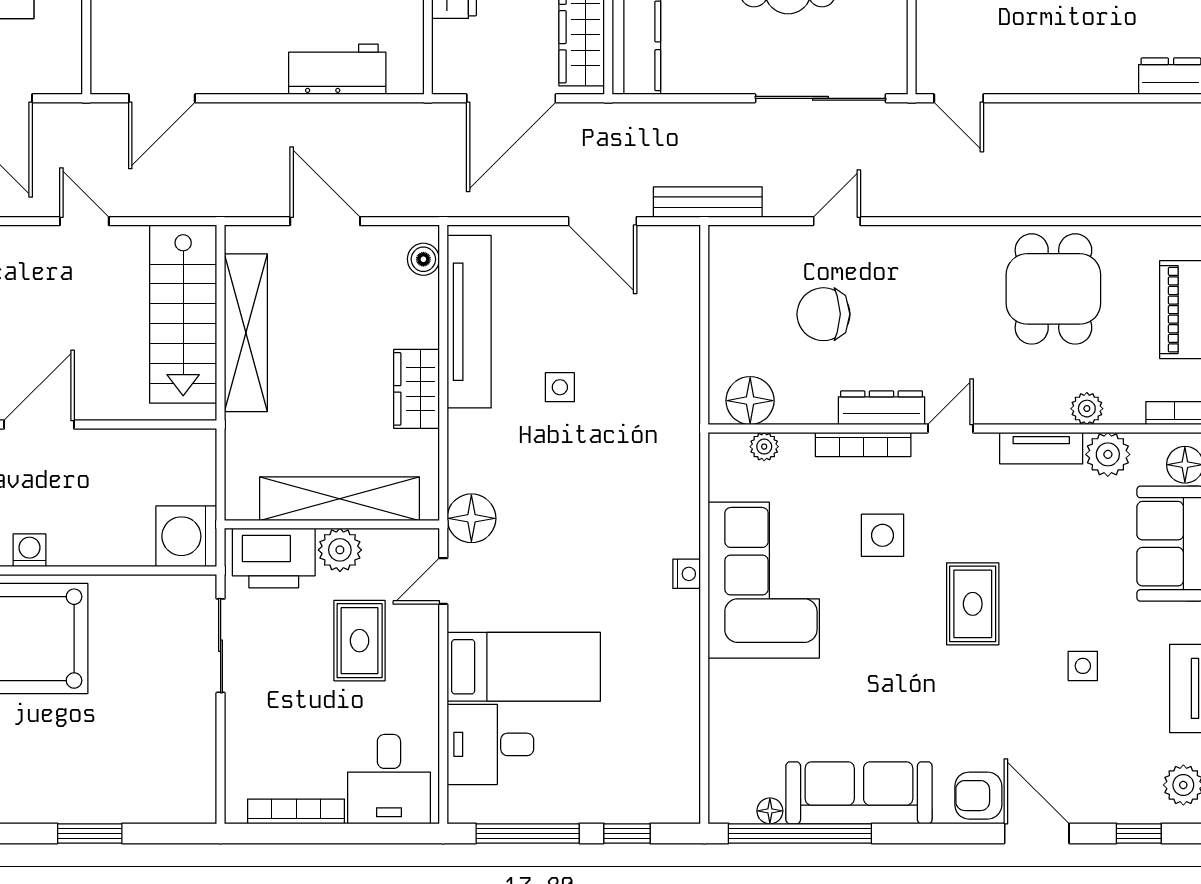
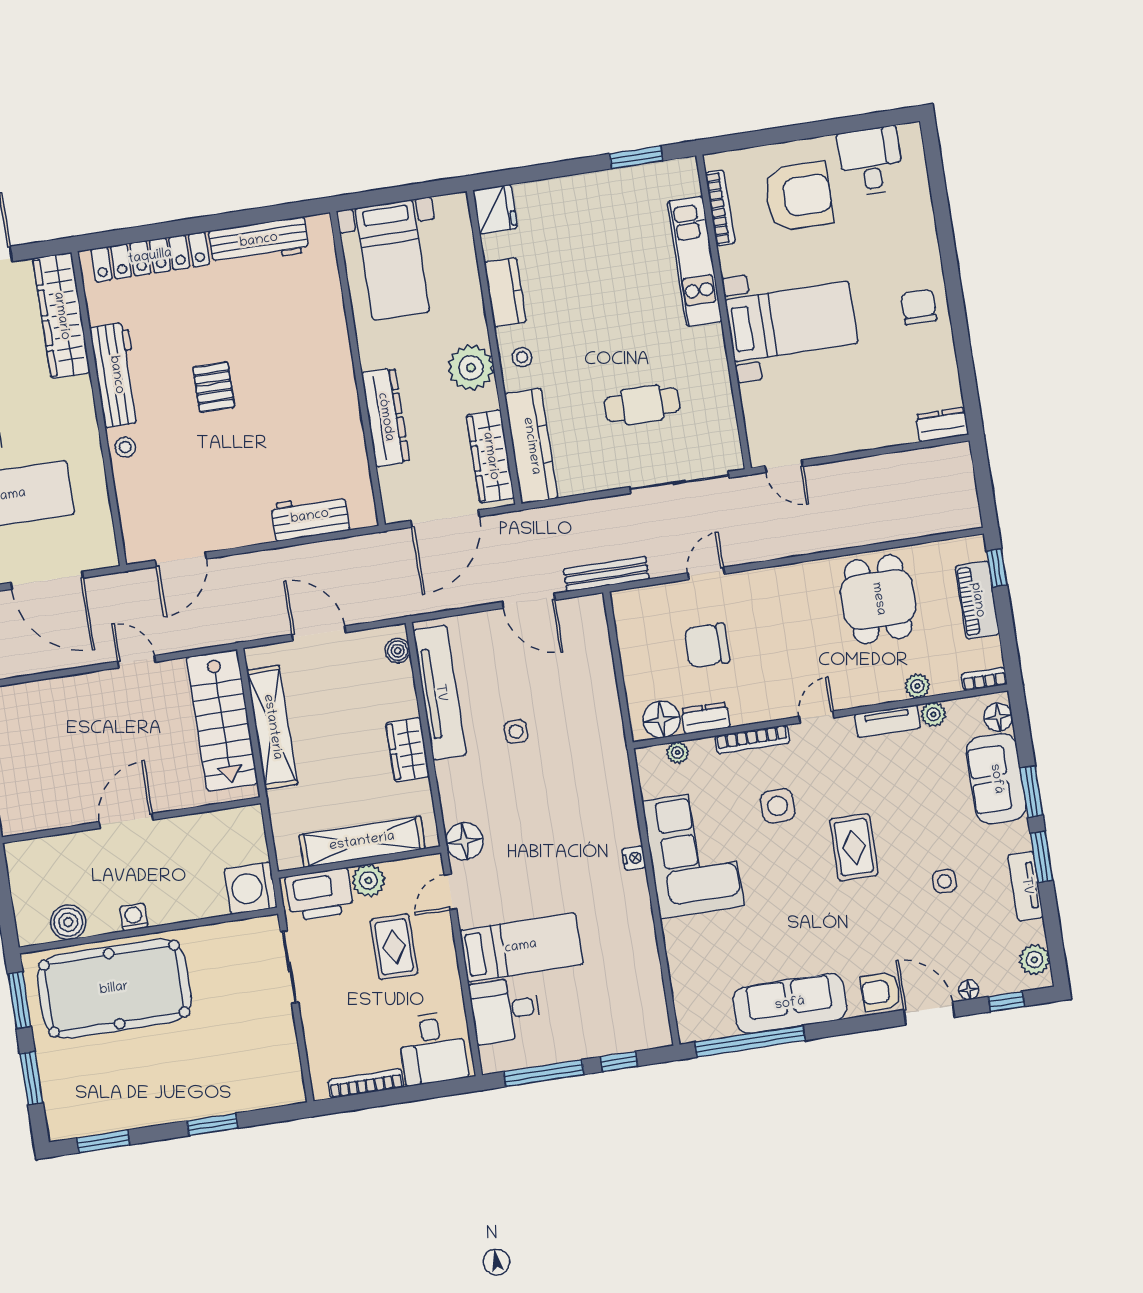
dresser: (882, 408) -> (706, 718), moved, width x0.70
plant: (1108, 454) -> (933, 714), width x0.73, depth x0.73
floor lamp: (770, 811) -> (969, 990), moved

